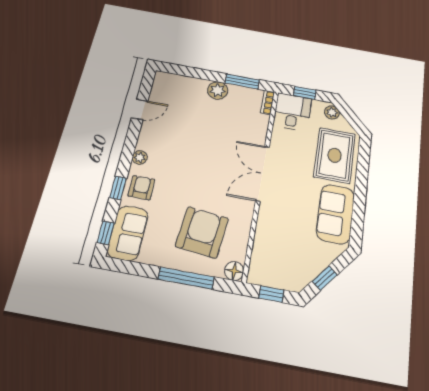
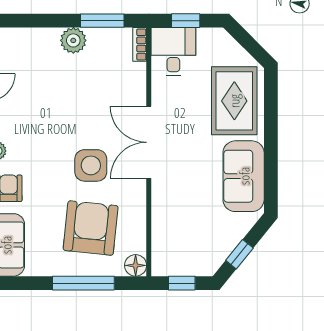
plant: (332, 112) -> (224, 42), removed
side table: (212, 182) -> (91, 165), added

